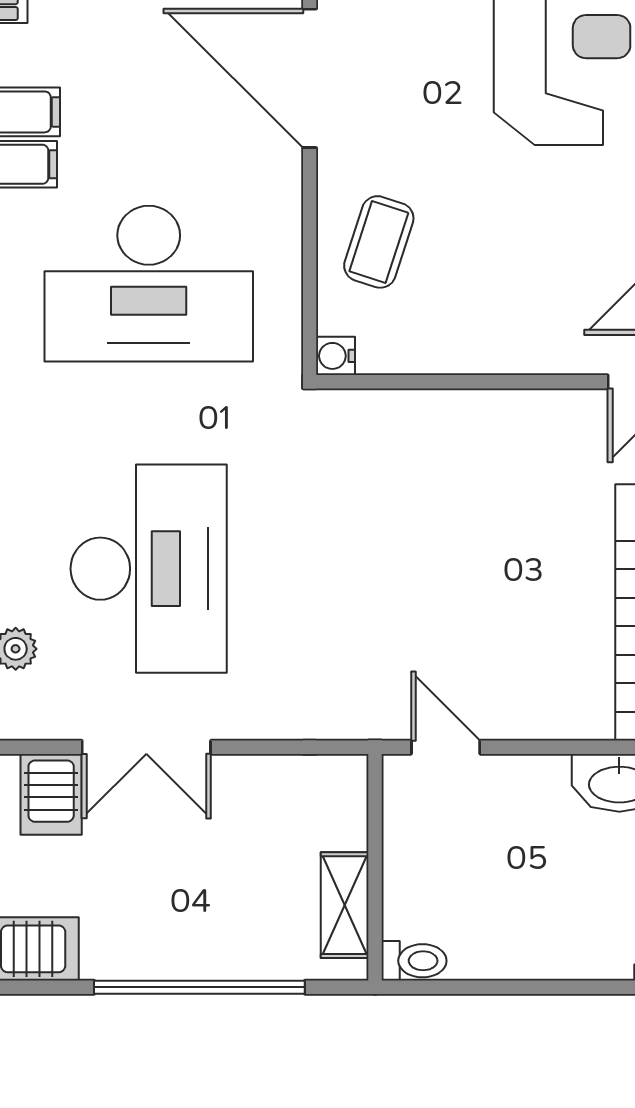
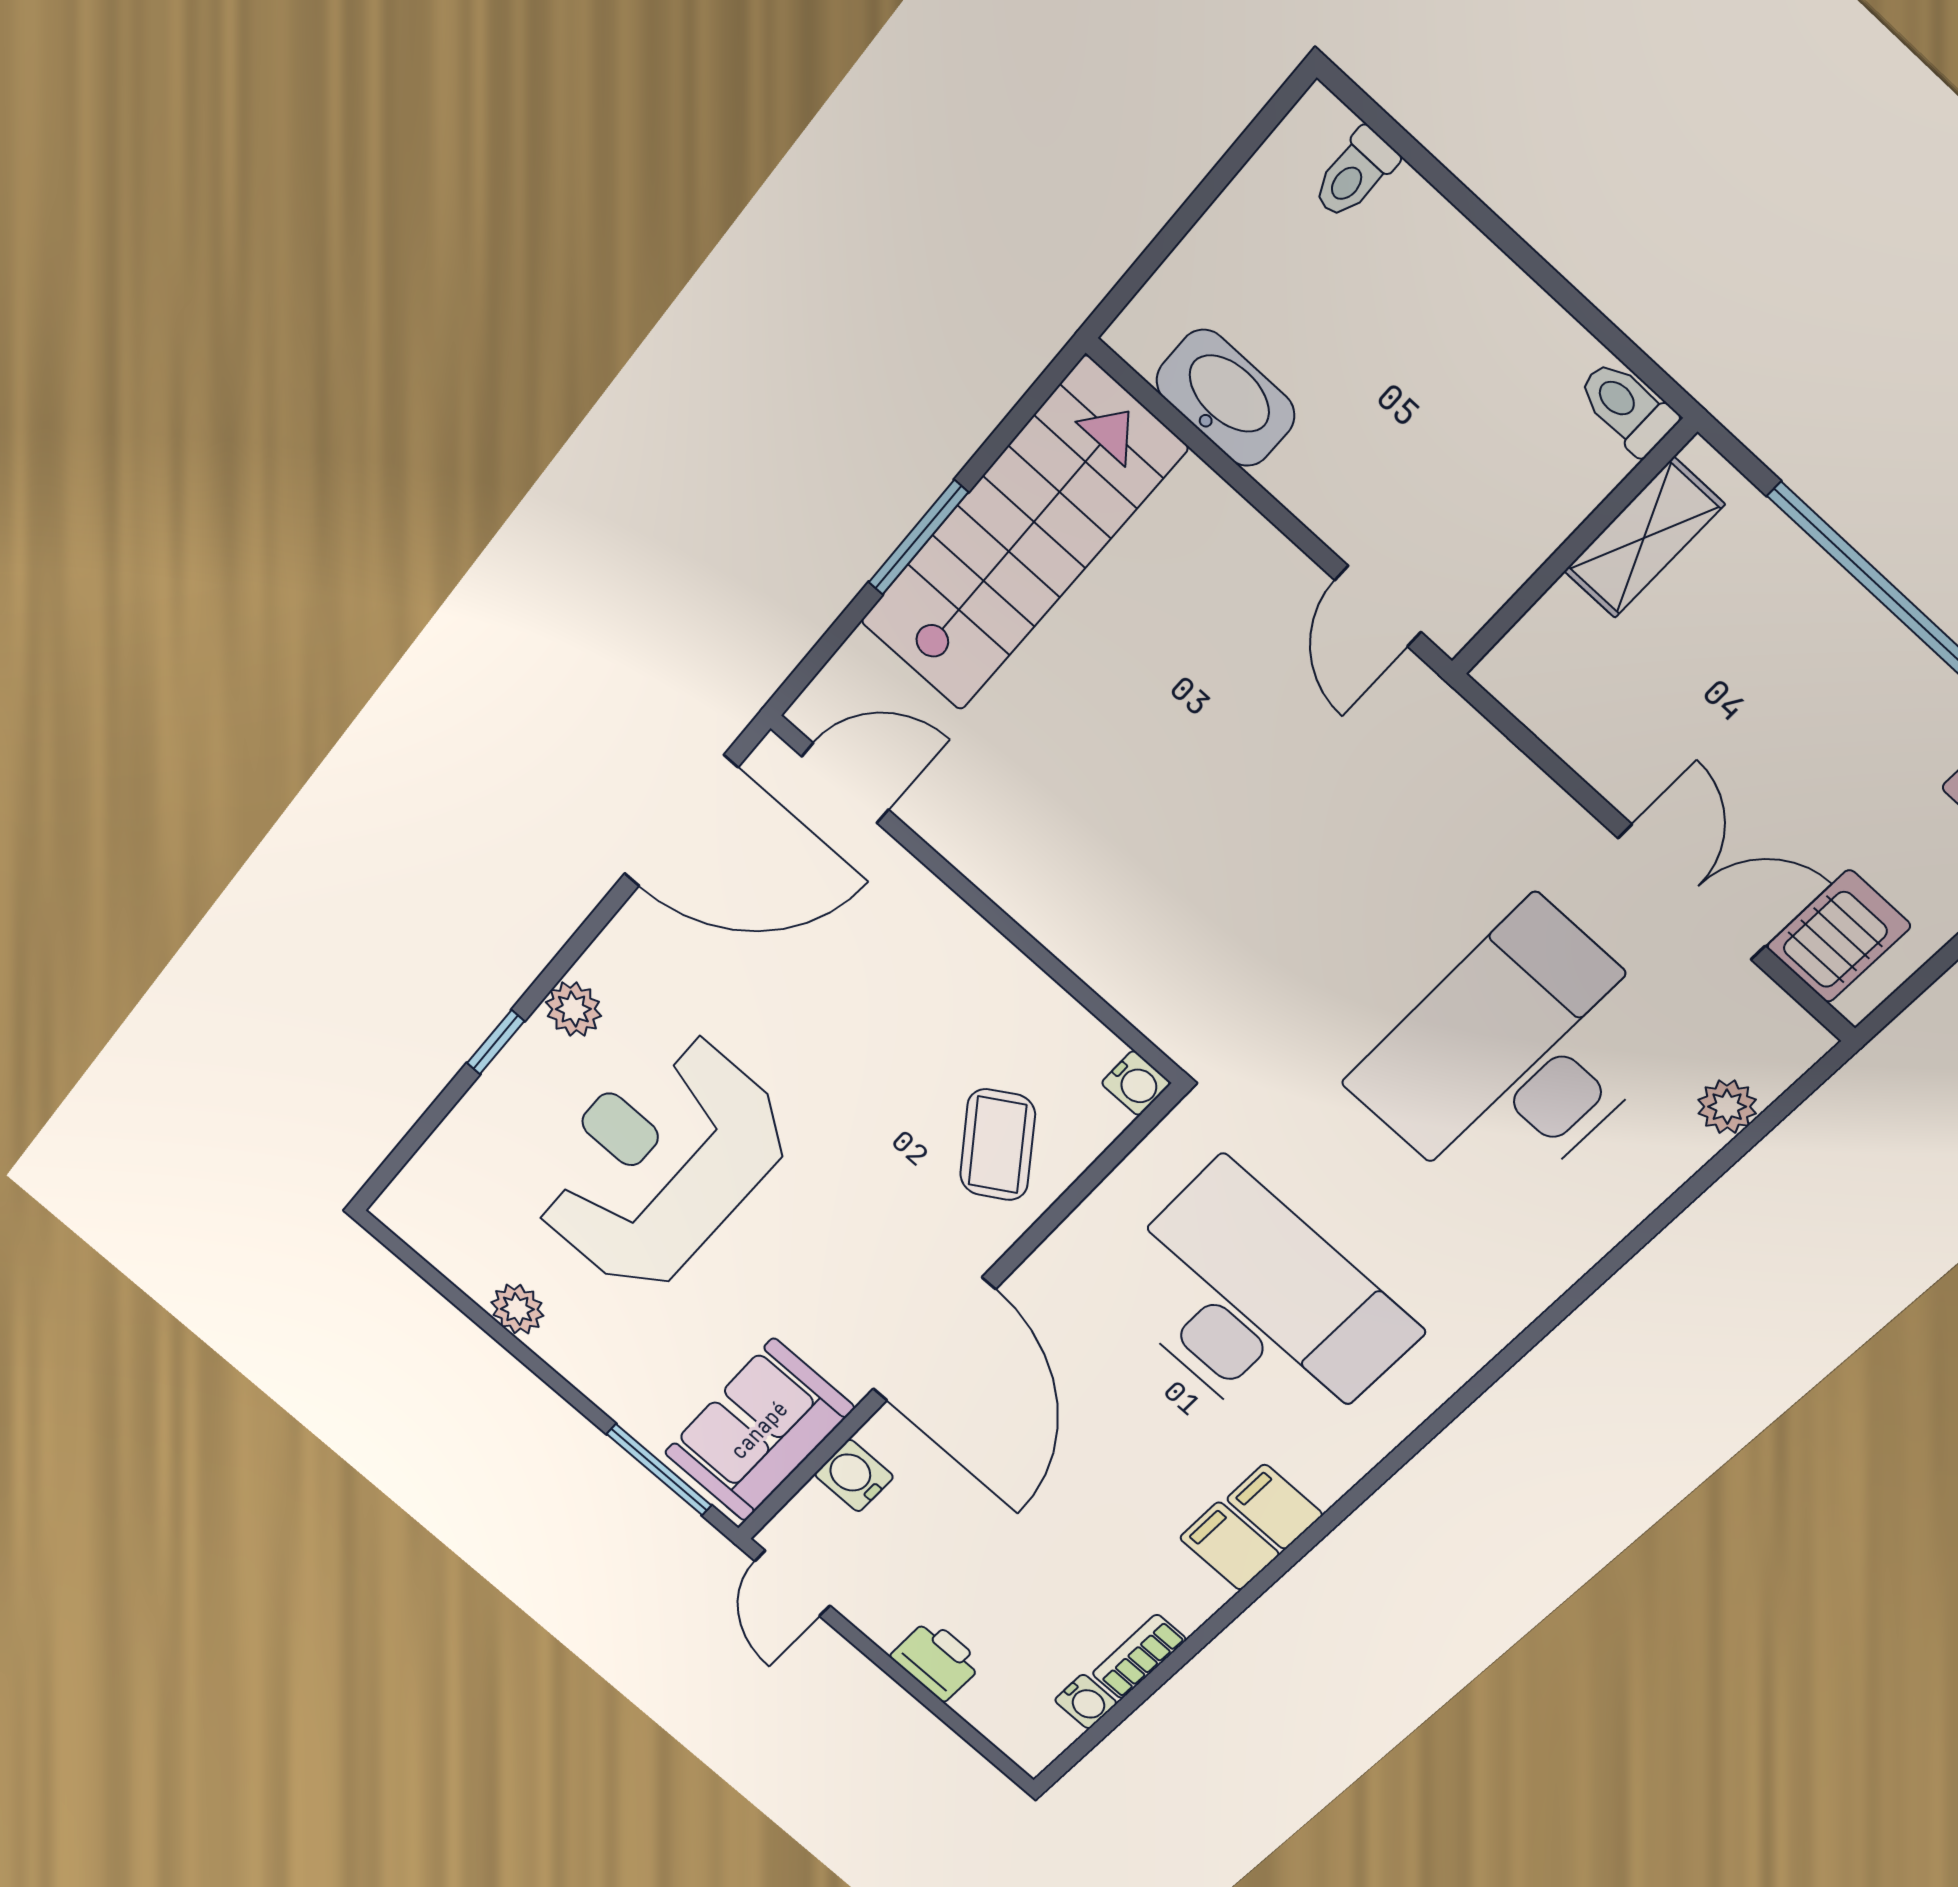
coffee table: (379, 242) -> (998, 1145), turned -52

